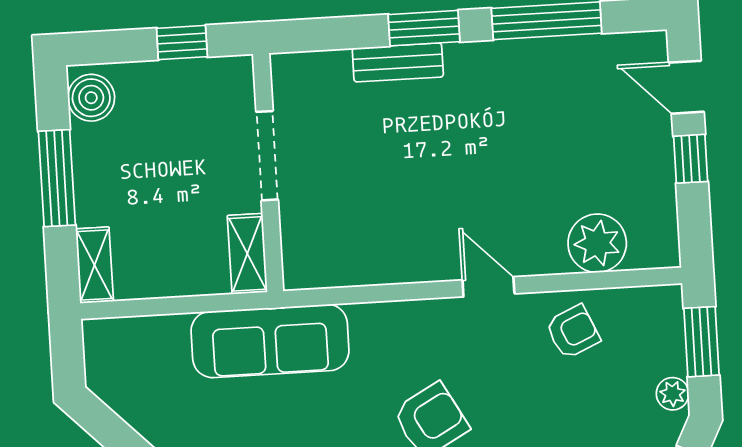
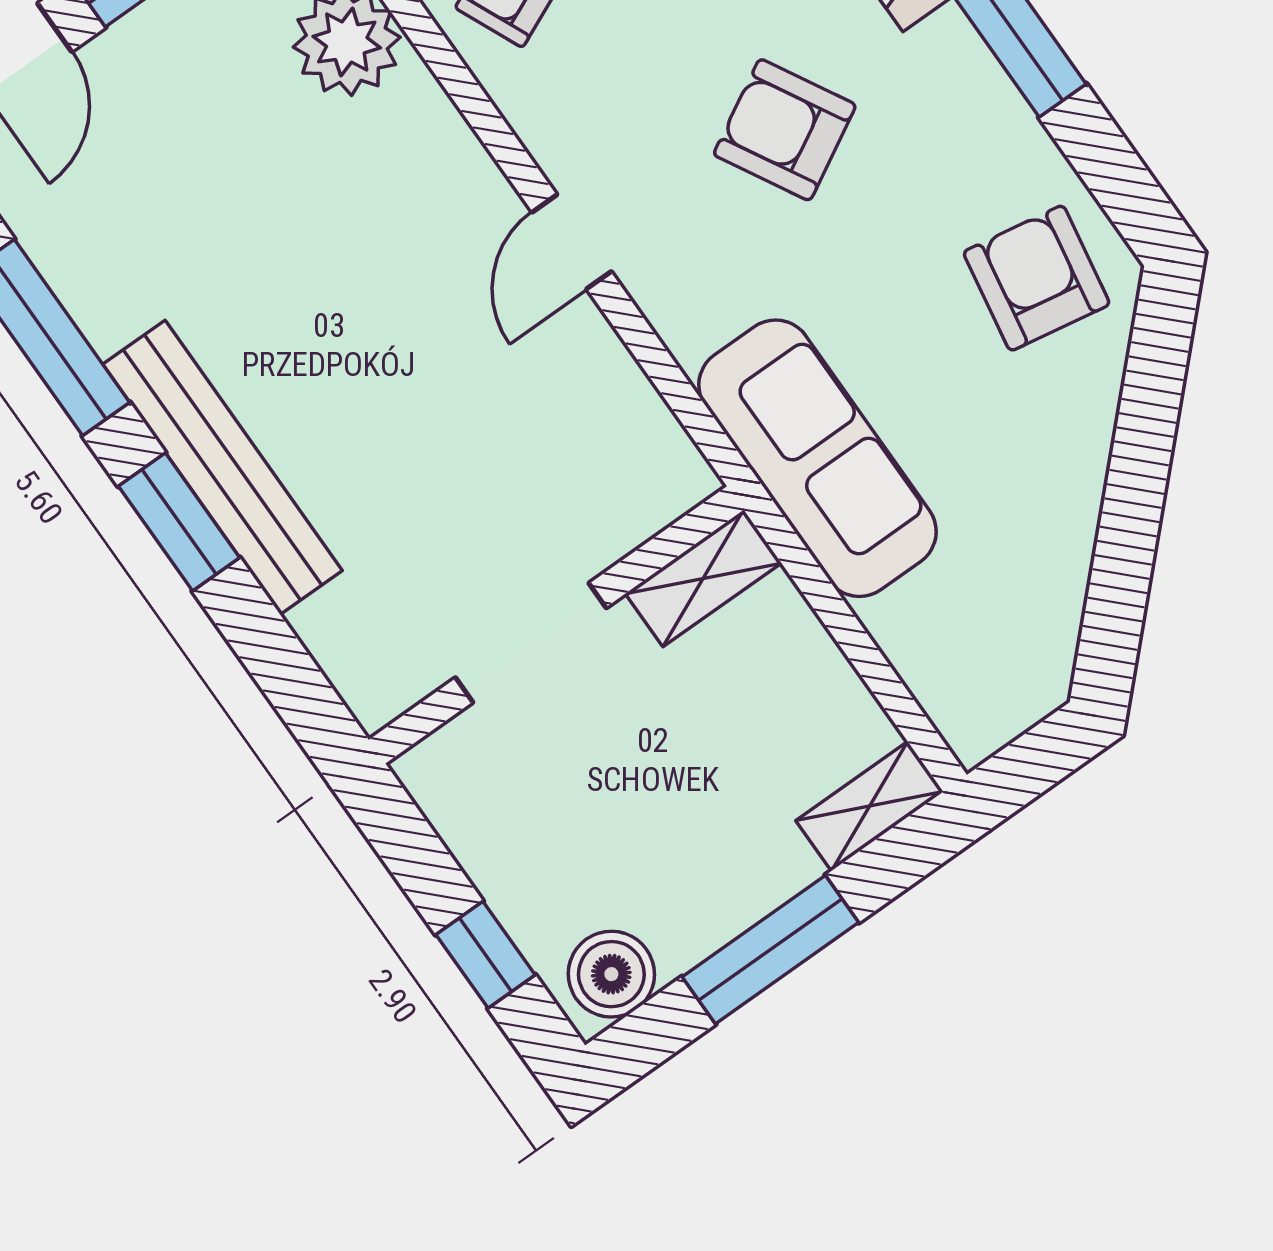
window: (182, 42) -> (486, 955), moved
bench: (398, 62) -> (223, 467), width x1.86, depth x1.21
door: (488, 287) -> (572, 242), moved

